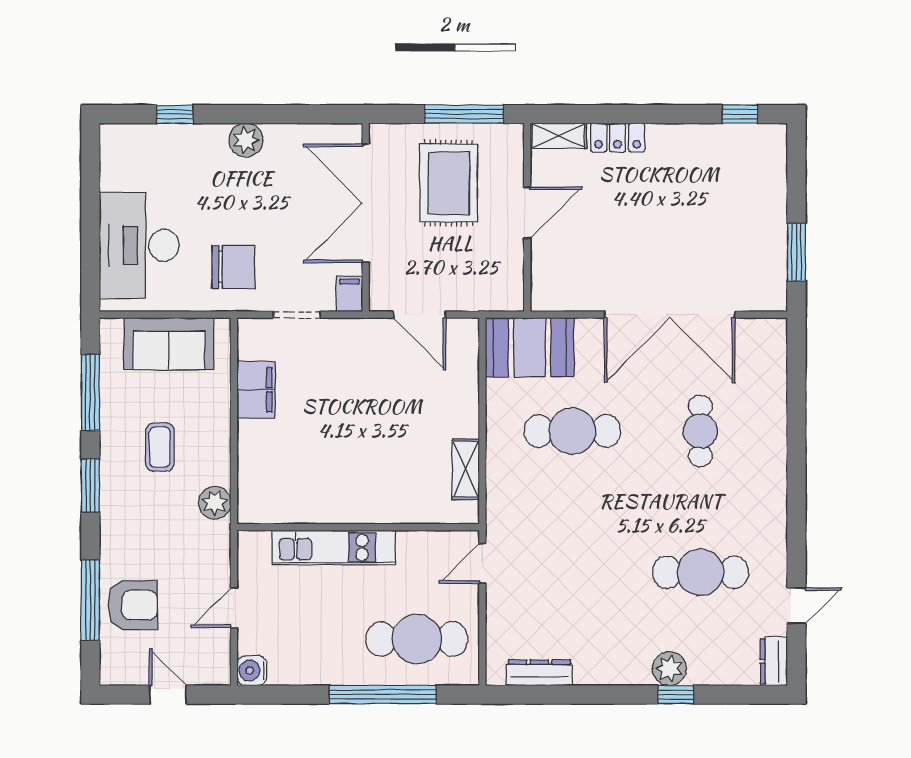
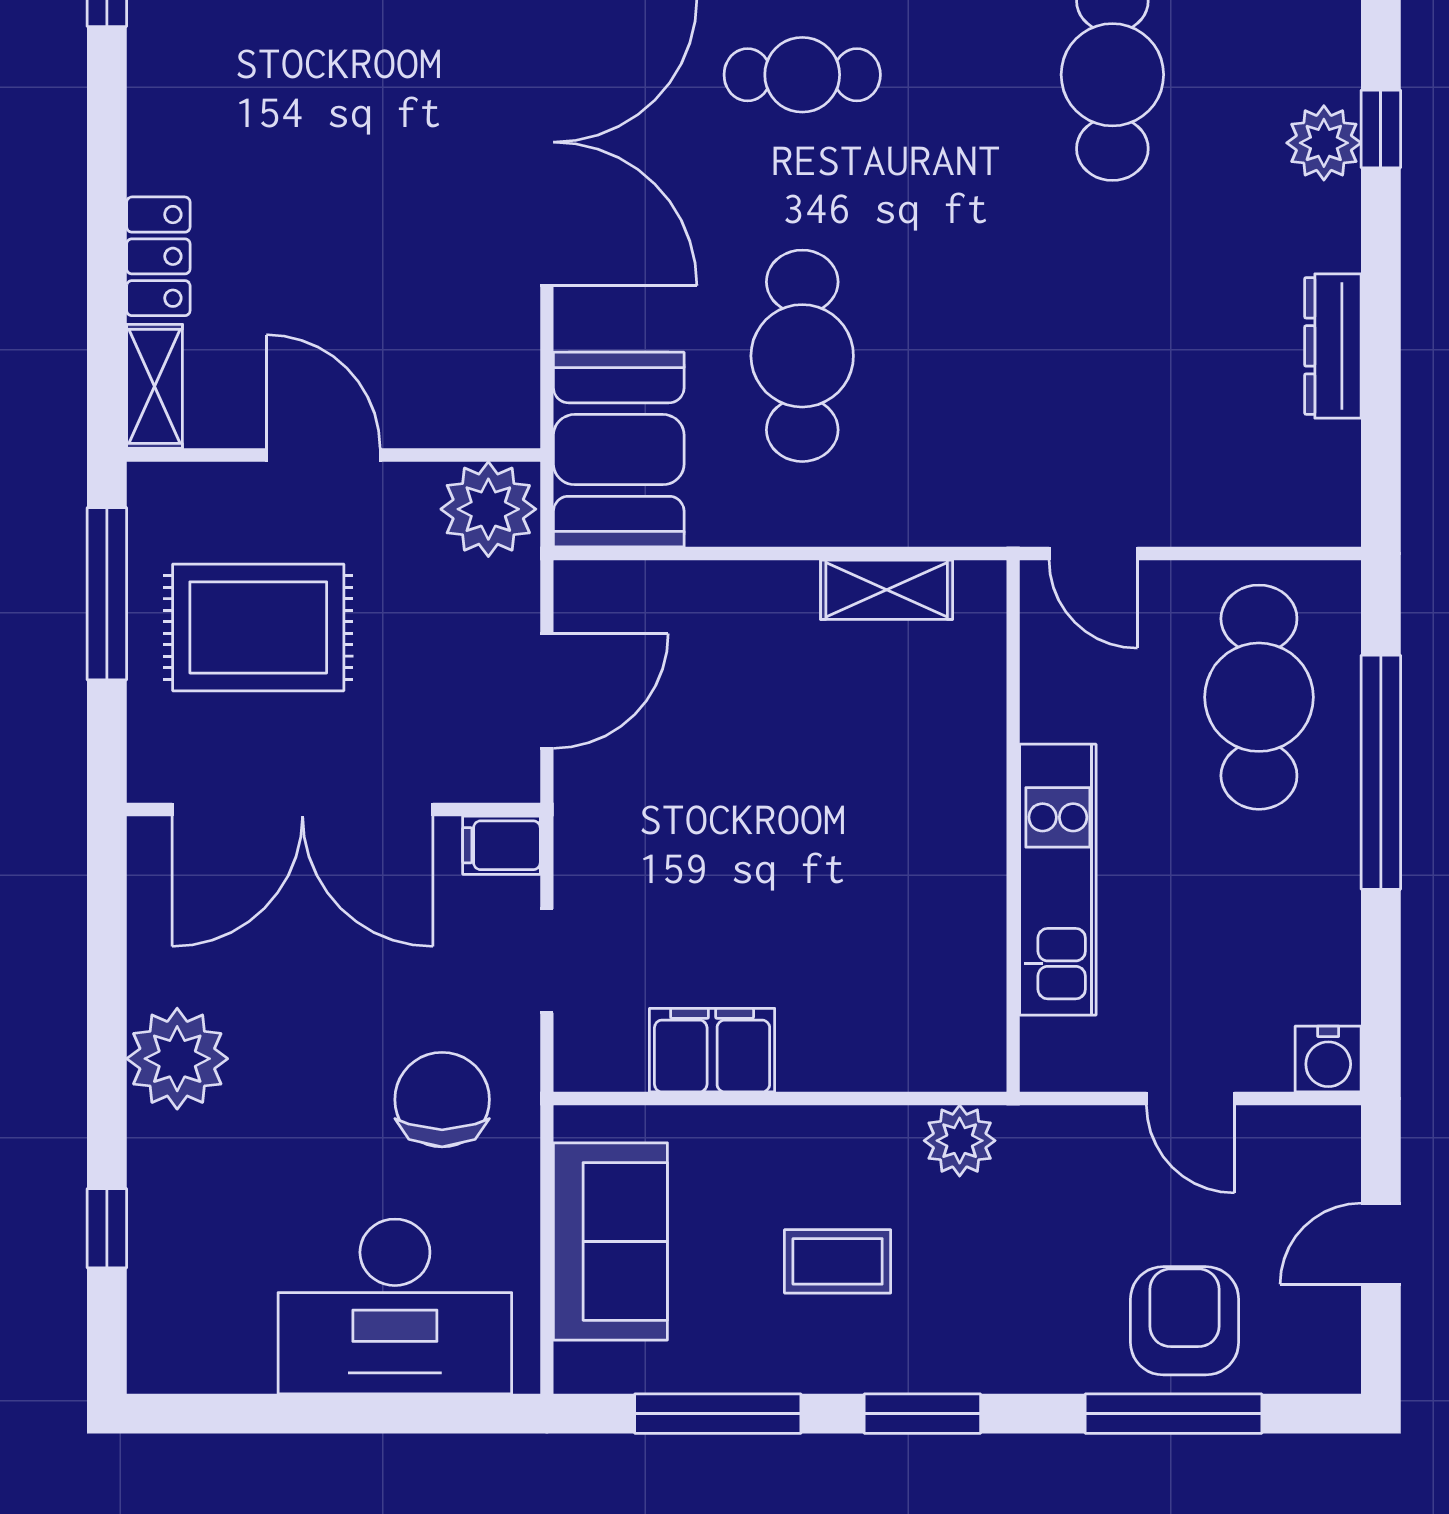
plant: (246, 140) -> (177, 1059), width x1.36, depth x1.36
plant: (502, 288) -> (488, 509), added
dresser: (539, 673) -> (1333, 346), moved

